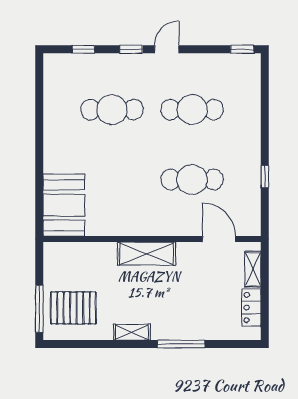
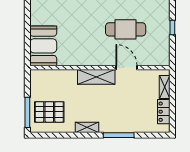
door: (219, 239) -> (127, 68), moved

